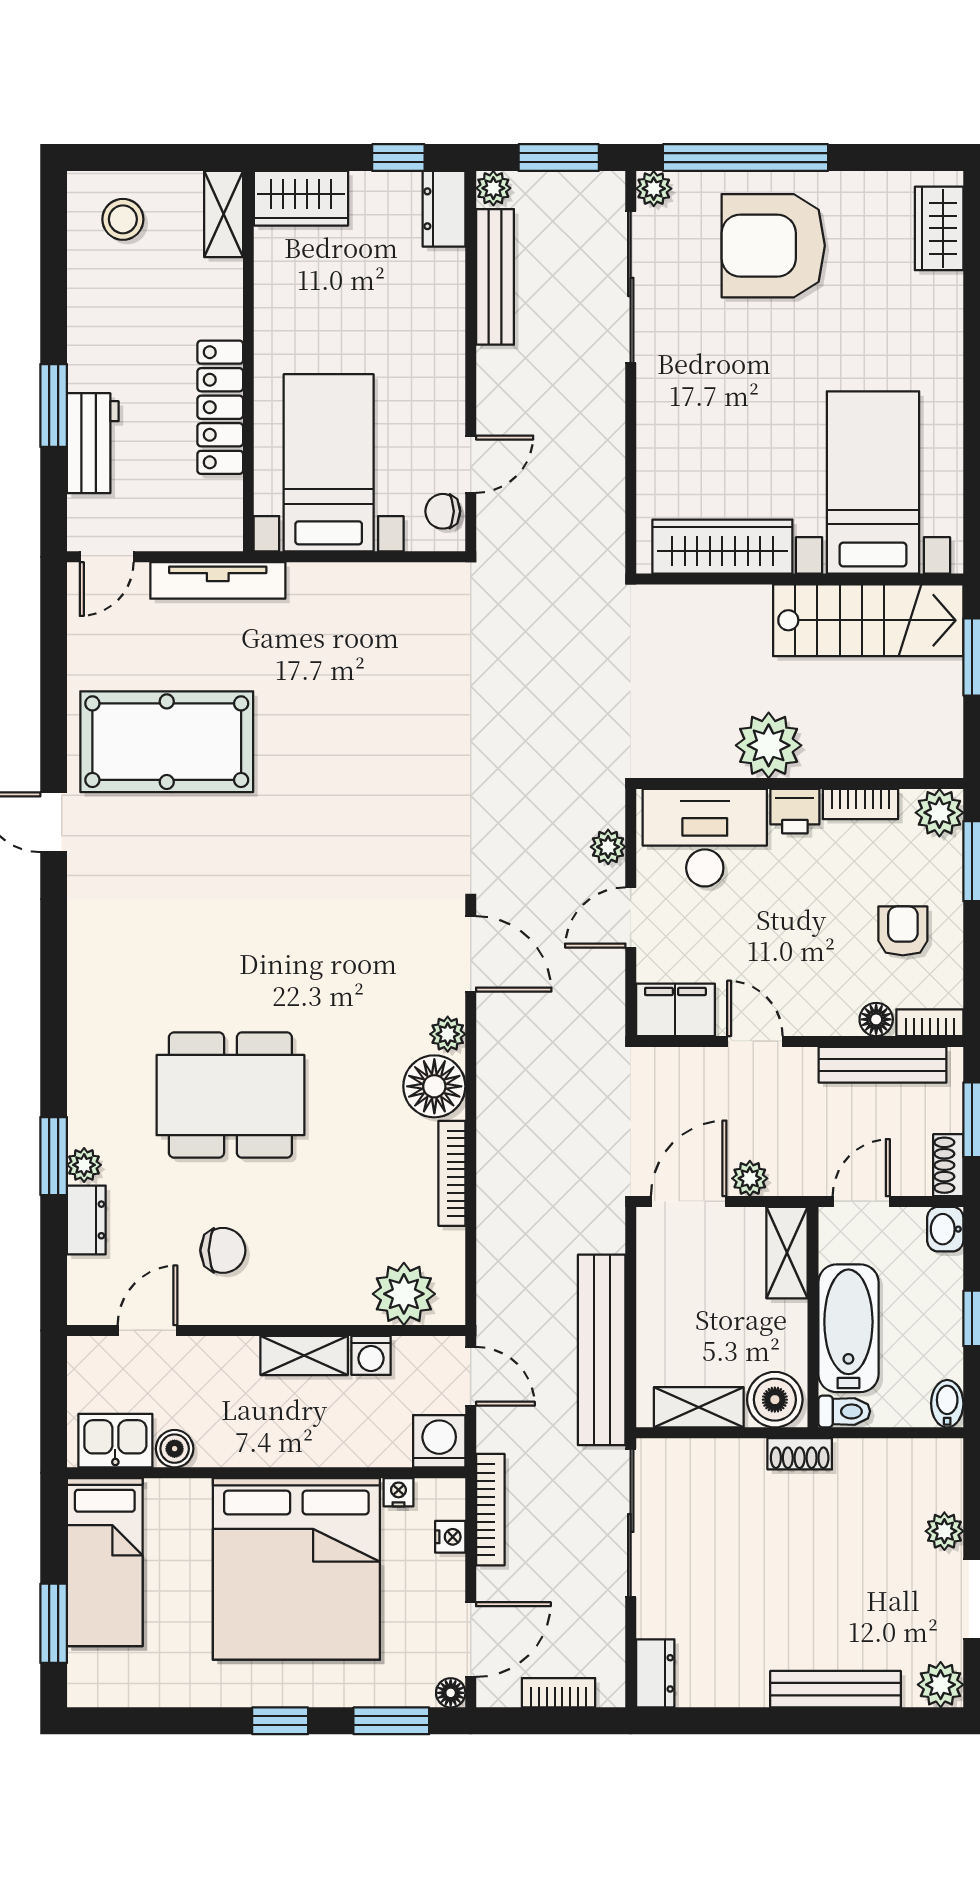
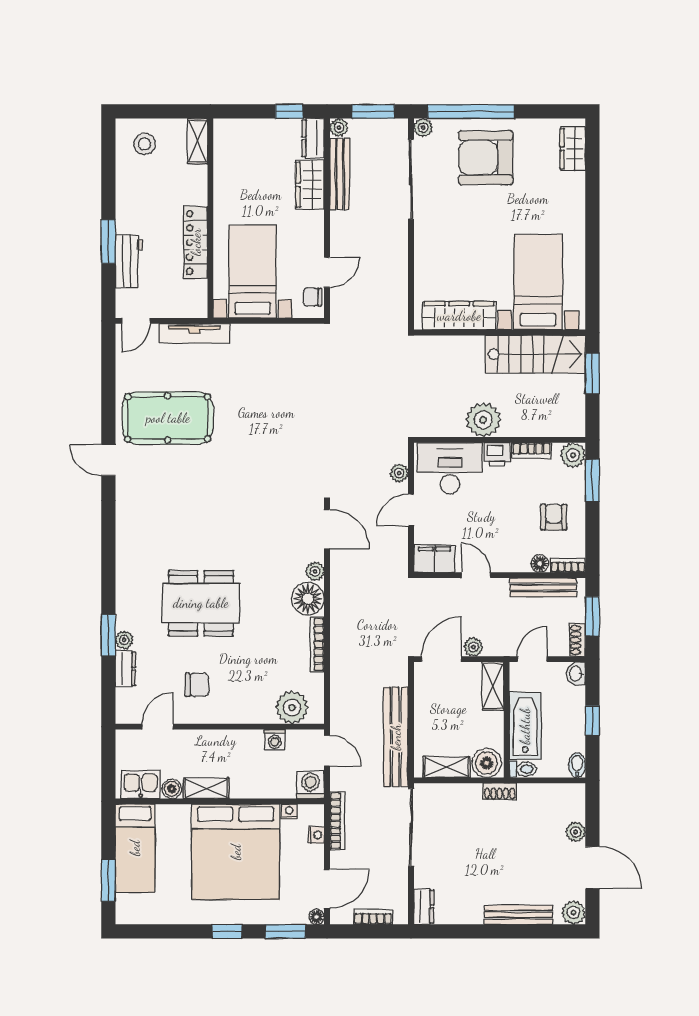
wardrobe: (301, 198) -> (310, 185), moved, turned 90
shelving: (304, 1355) -> (206, 788), moved

